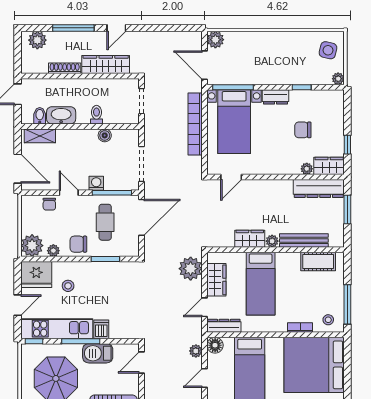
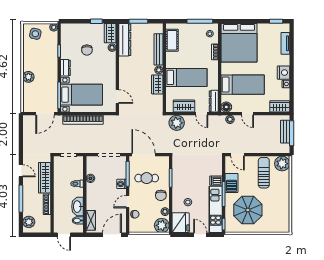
plant: (215, 40) -> (28, 77), moved

